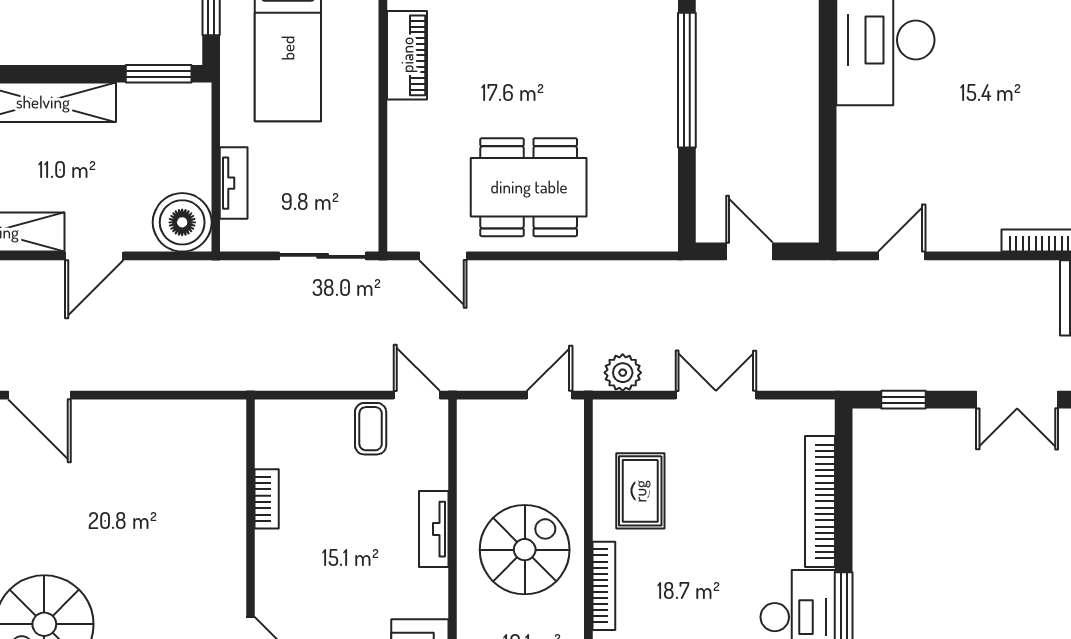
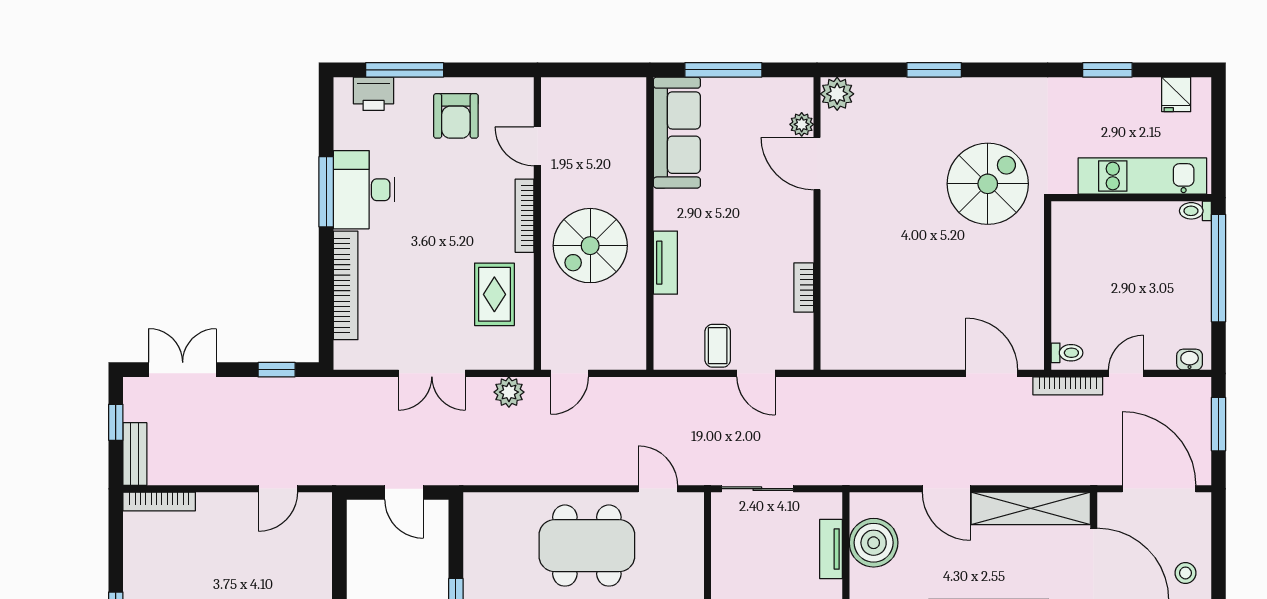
boiler: (182, 222) -> (874, 543), moved
door: (94, 256) -> (946, 489), swing flipped
door: (417, 395) -> (756, 373), moved

